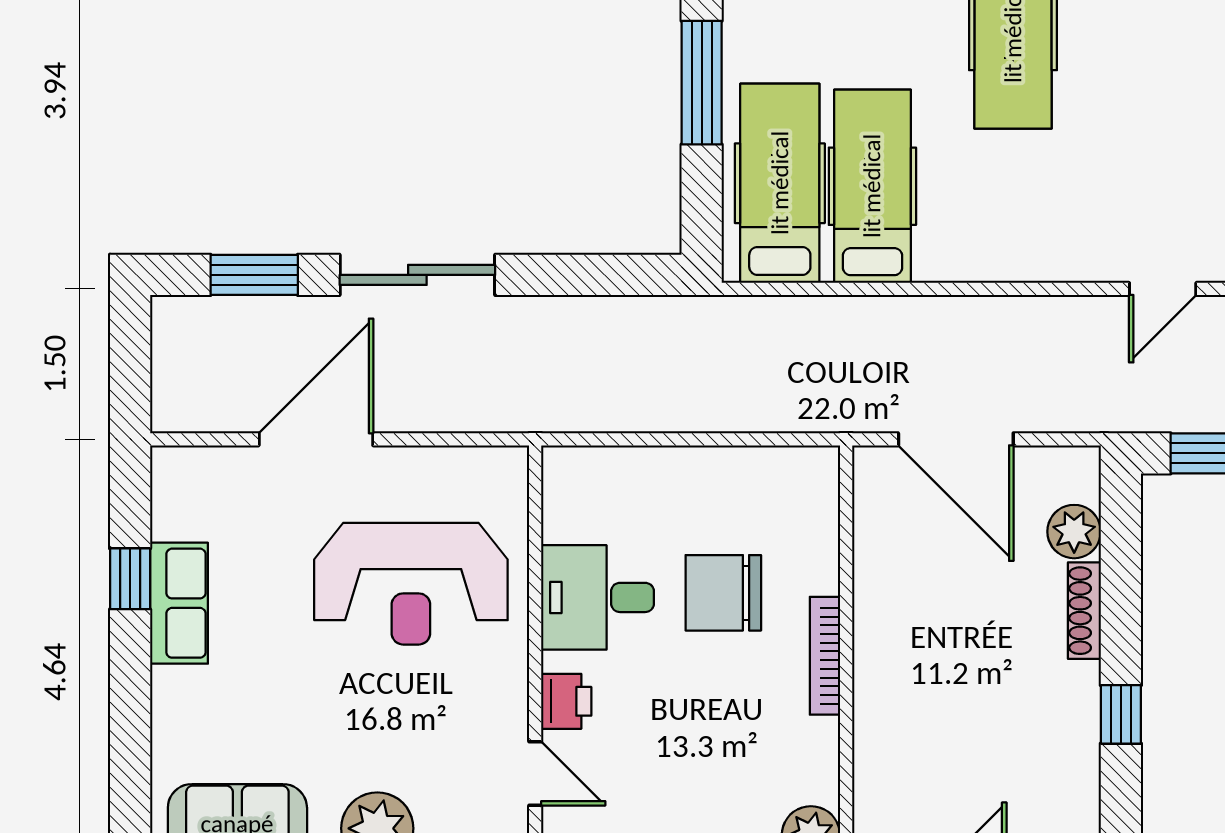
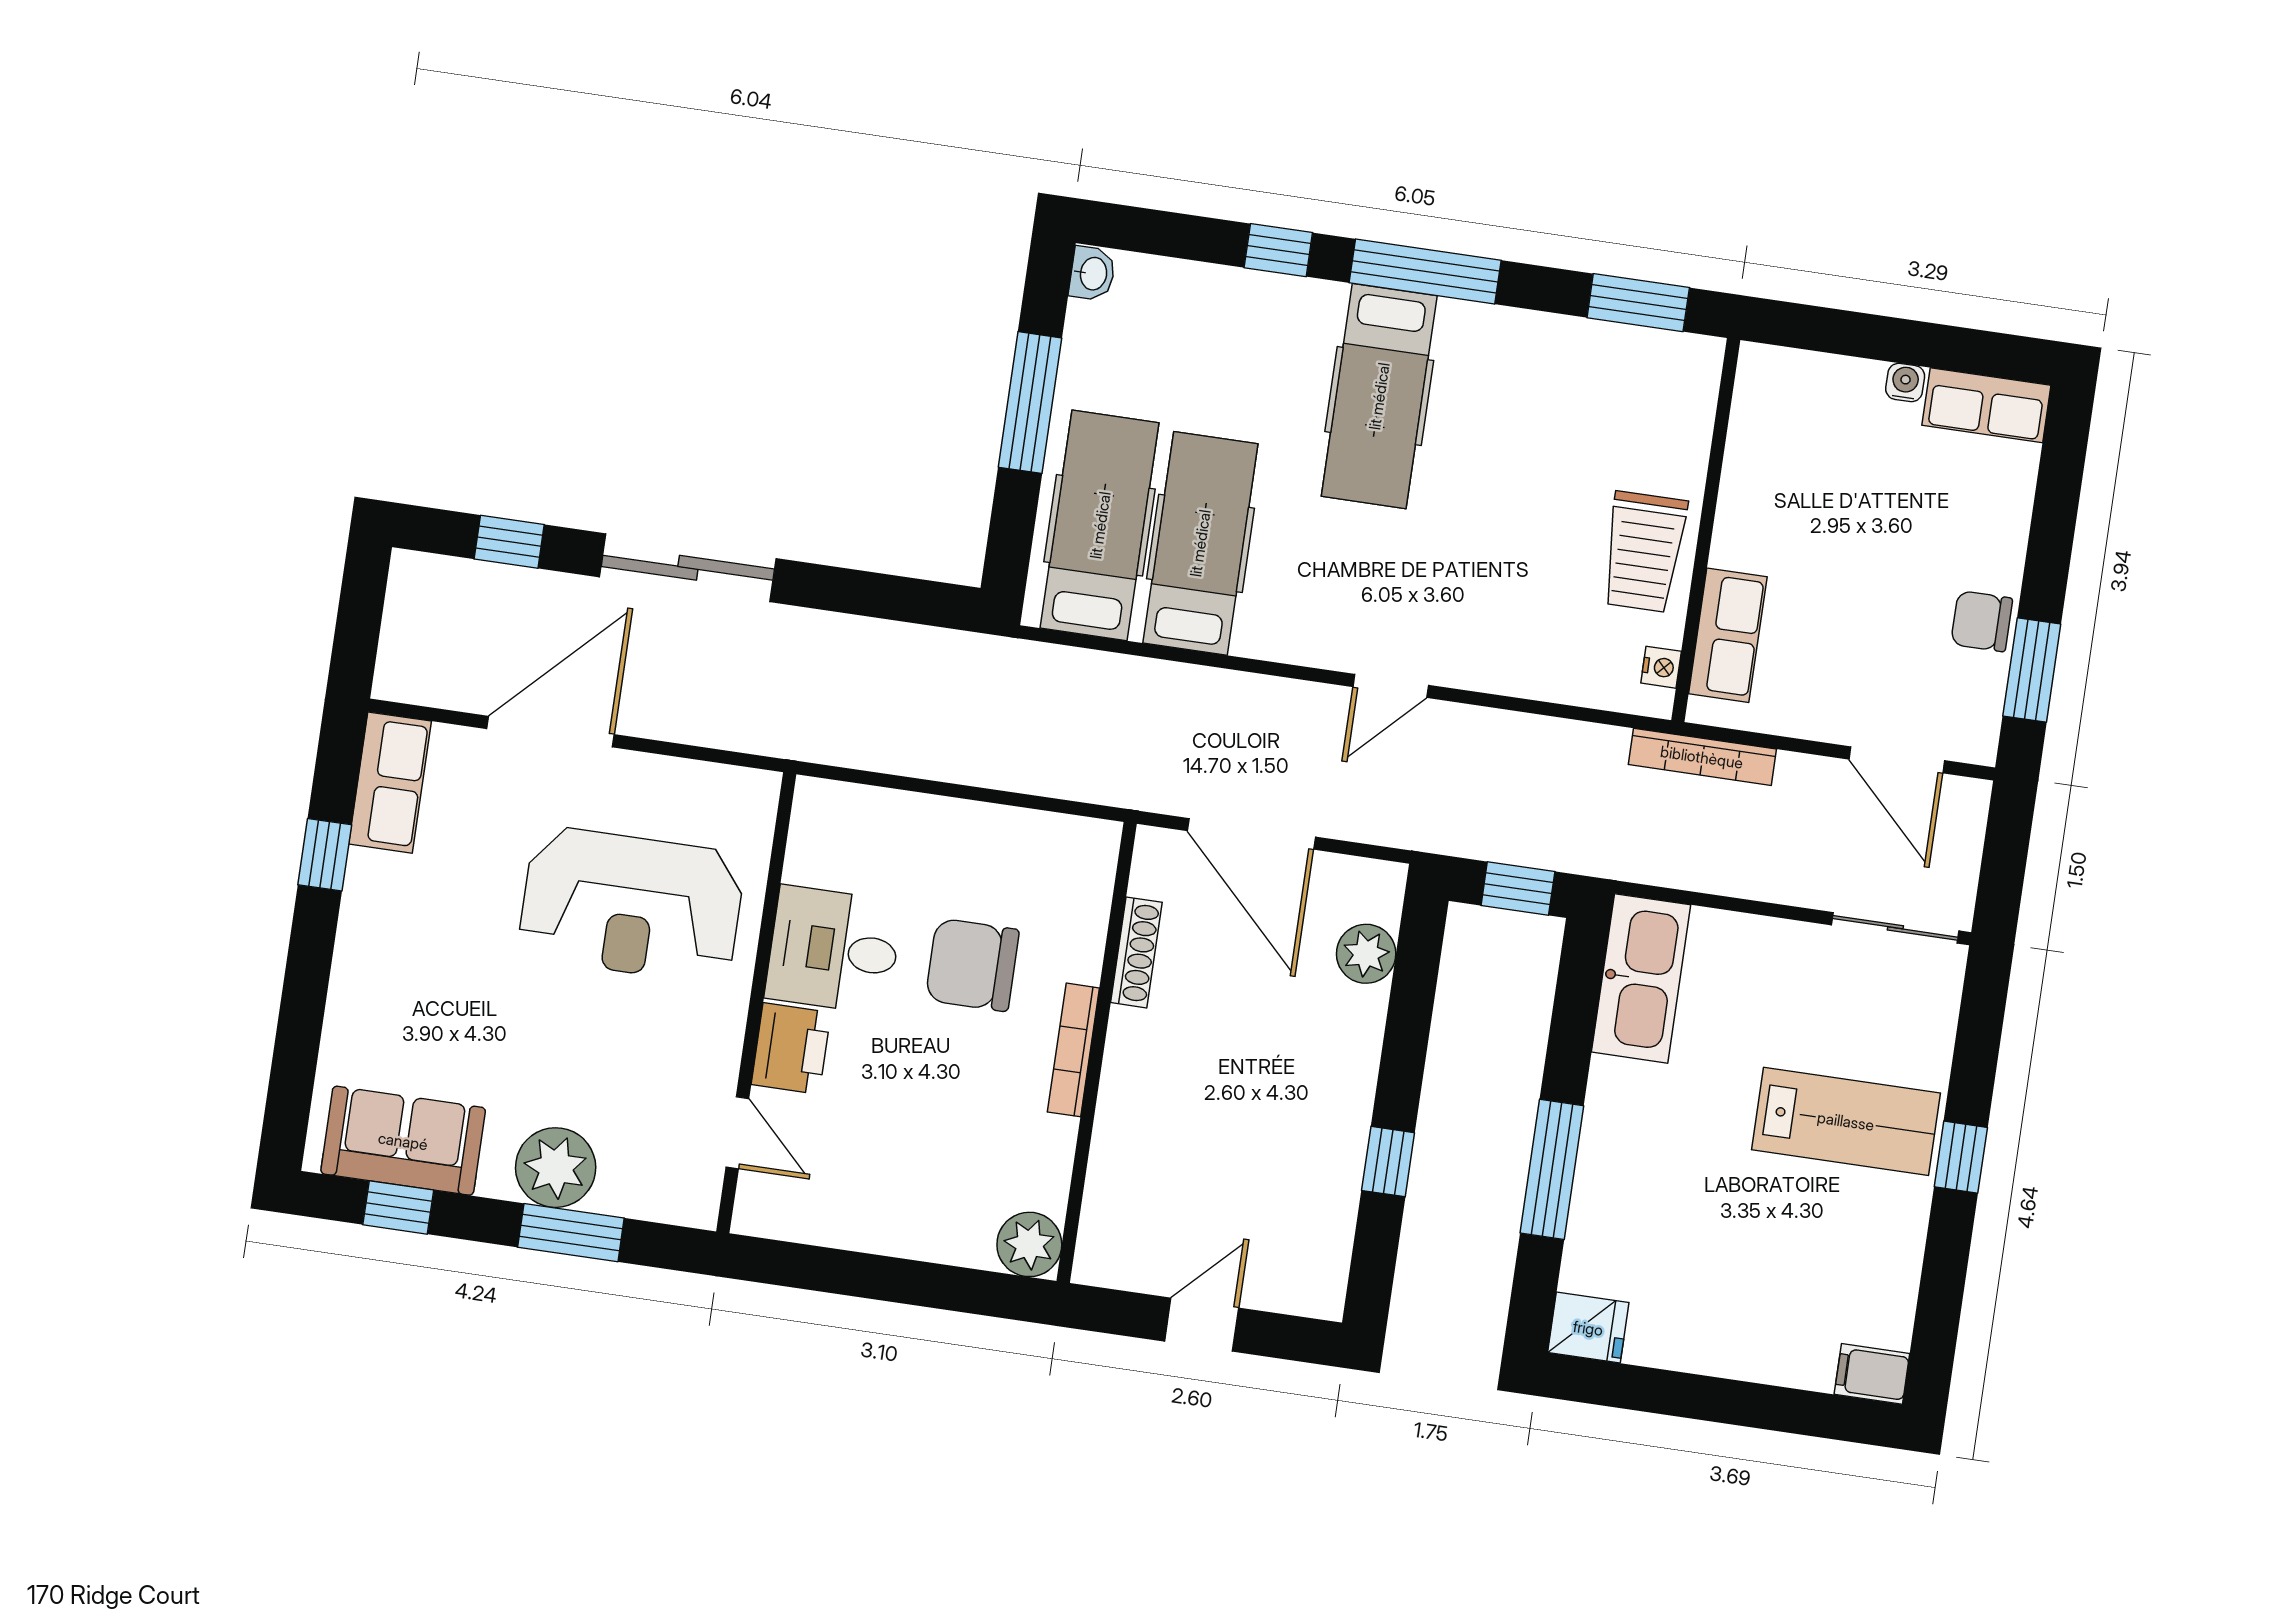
window: (254, 275) -> (509, 542), width x0.67
door: (1163, 289) -> (1391, 686), moved
row of seats: (179, 603) -> (390, 783), moved
shoe rack: (1084, 611) -> (1136, 952), moved, turned 180
printer: (566, 701) -> (791, 1049), width x1.36, depth x1.24

